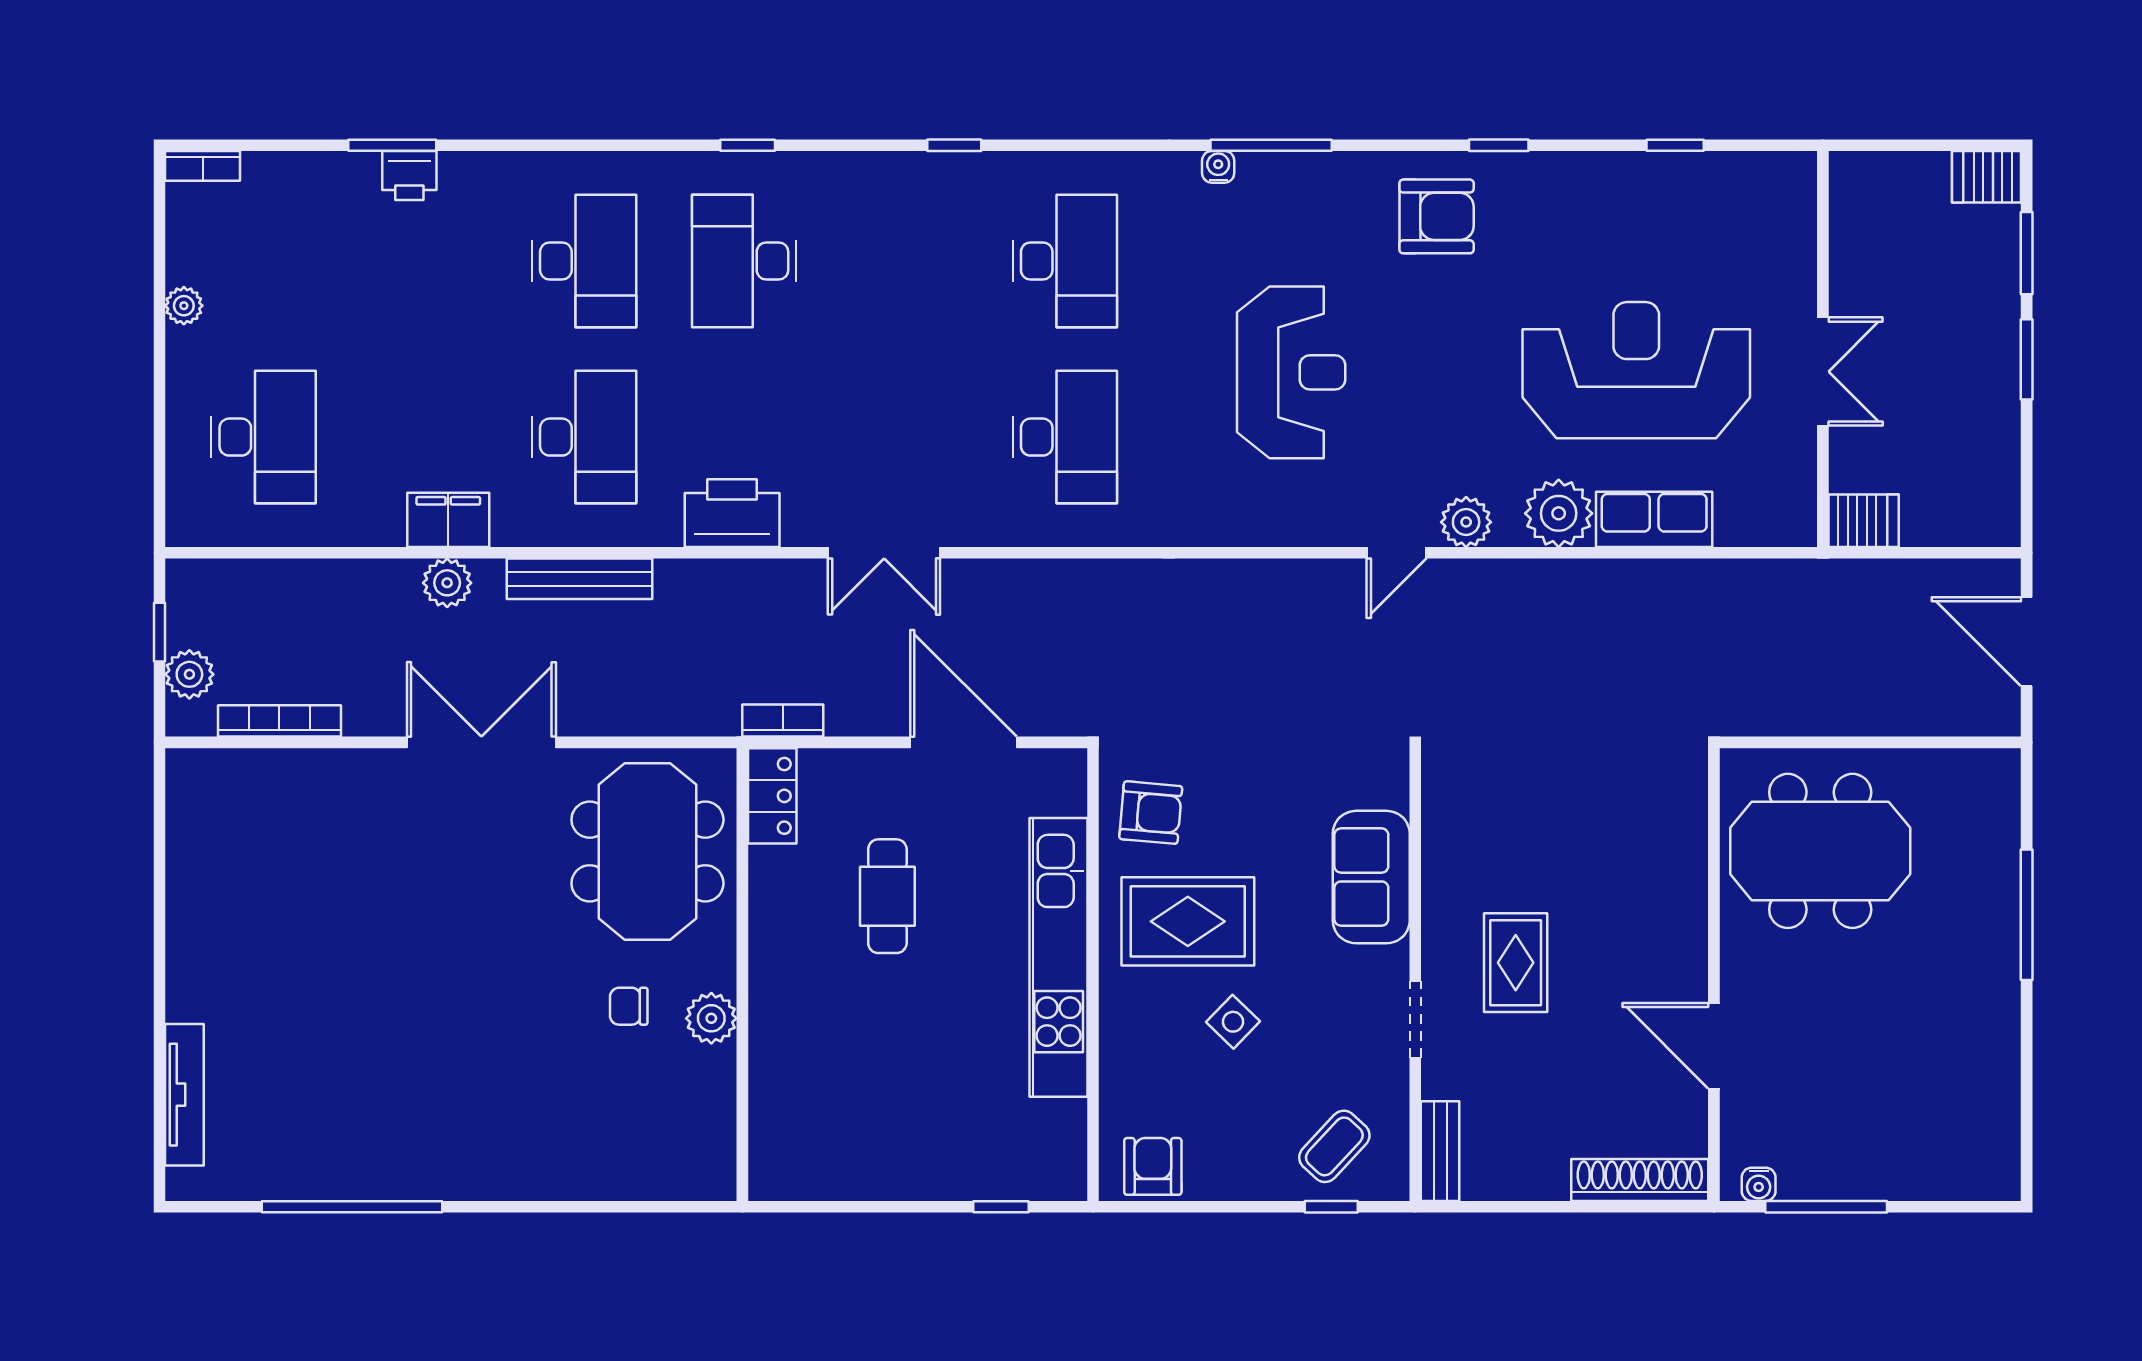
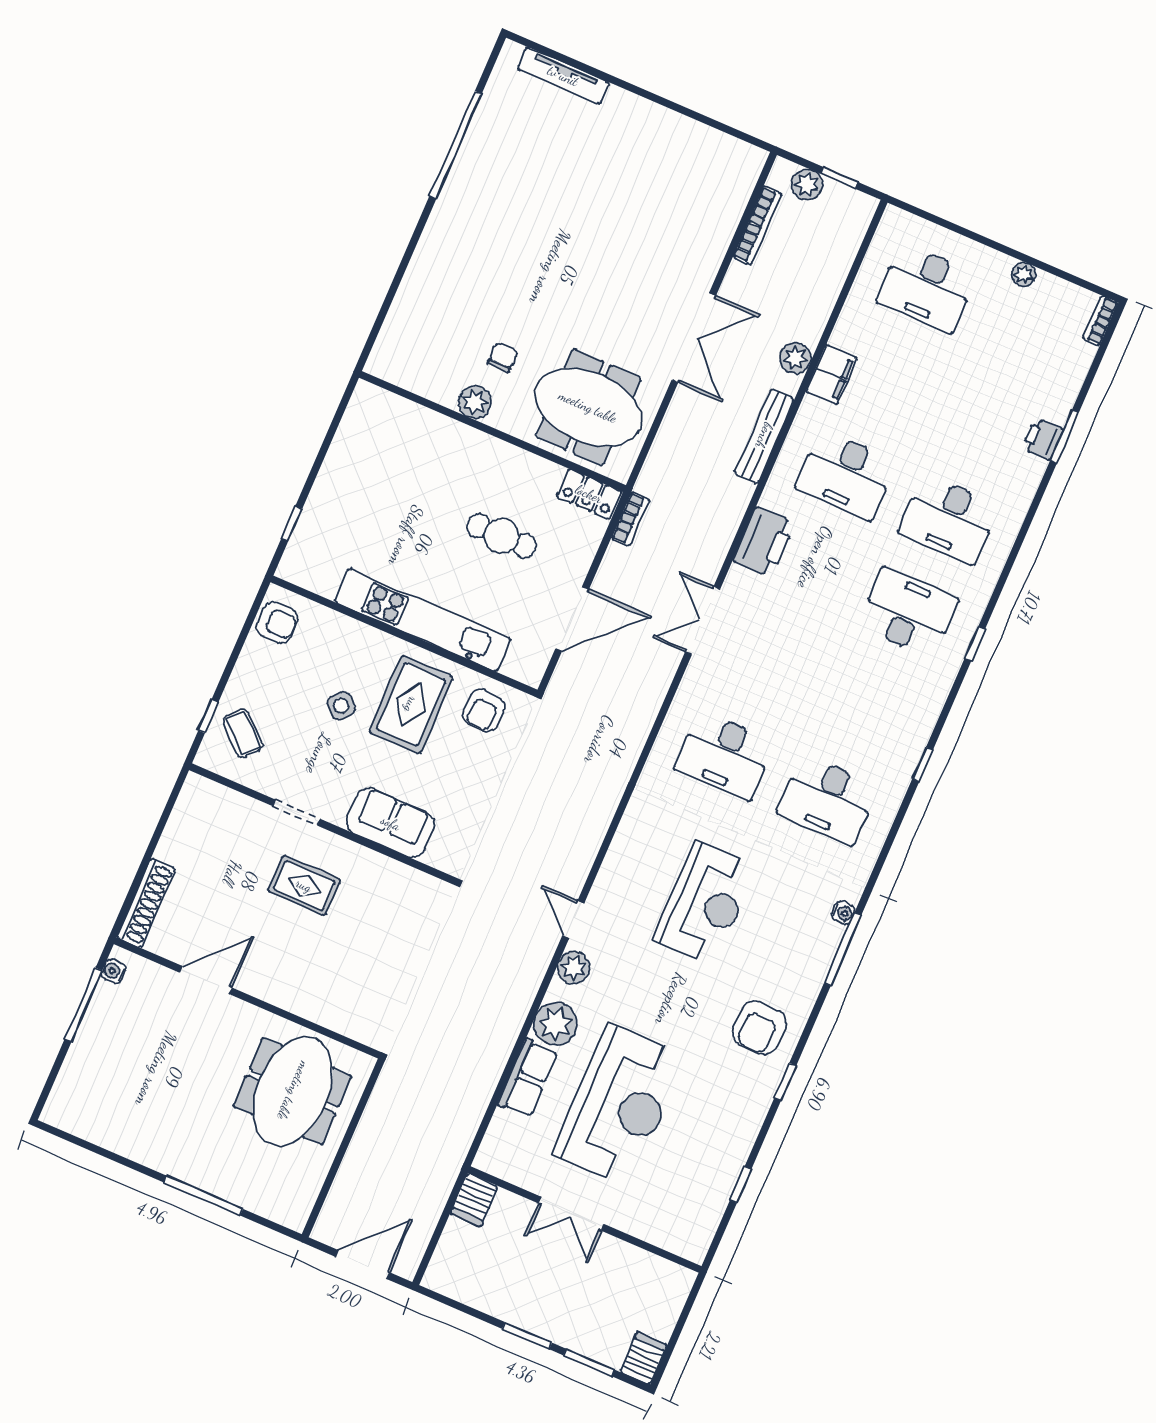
reception desk: (1291, 372) -> (705, 903), turned -90
bench: (1440, 1151) -> (213, 794), removed

